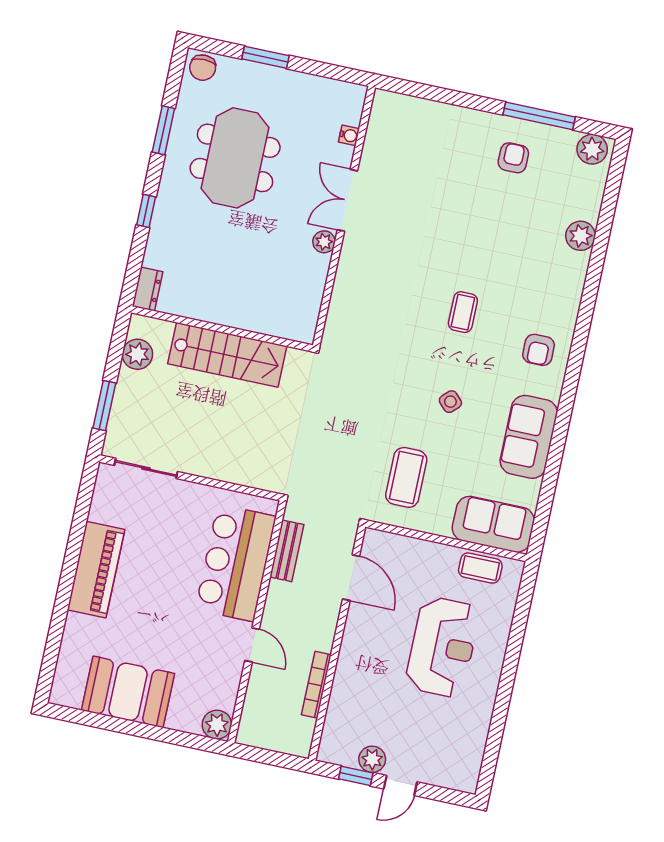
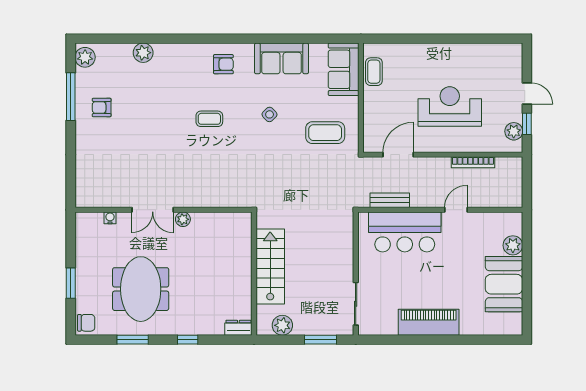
meeting table: (235, 158) -> (141, 289), turned 90
reception desk: (442, 647) -> (450, 106), moved
plant: (217, 725) -> (513, 245), moved
plant: (372, 759) -> (514, 131), moved

